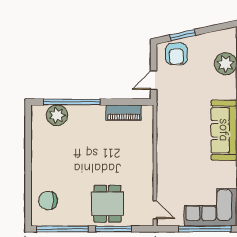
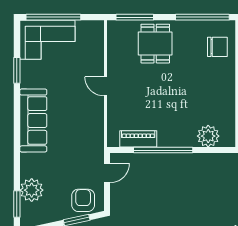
window: (72, 102) -> (163, 150), moved
door: (155, 210) -> (106, 86), moved
window: (114, 229) -> (135, 17), moved

